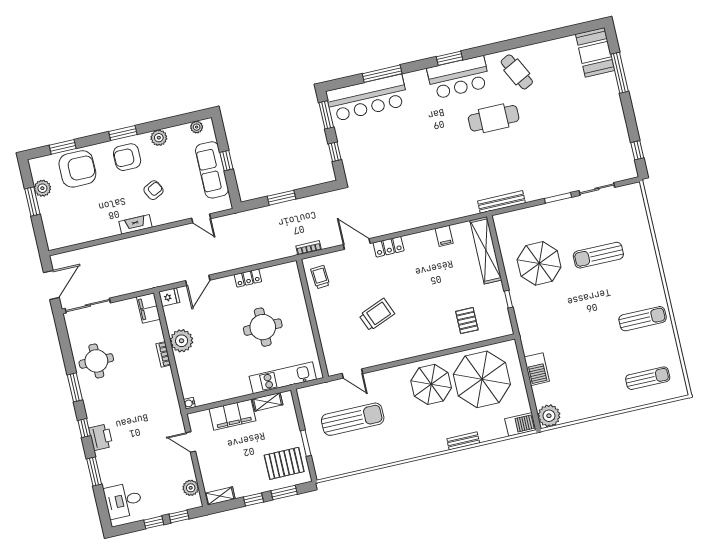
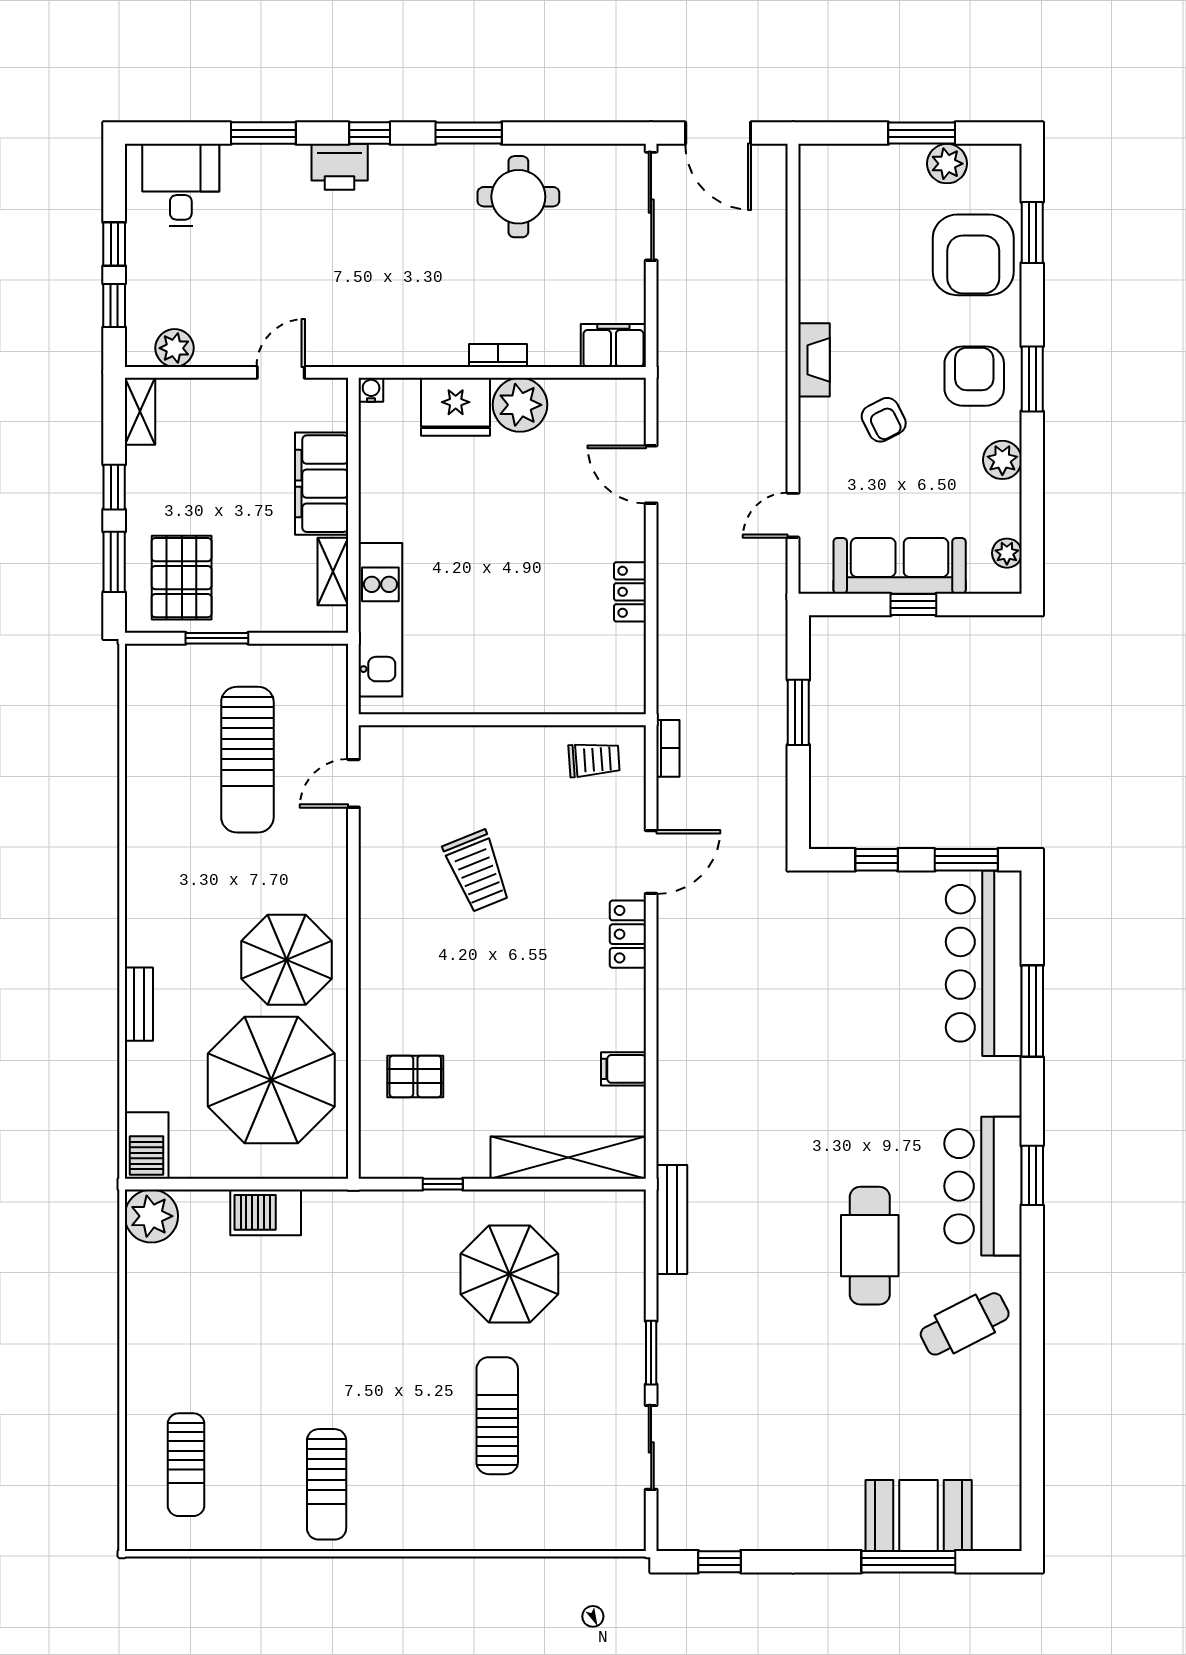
booth: (595, 52) -> (919, 1515), moved
fridge: (169, 297) -> (456, 407), moved, width x1.88, depth x1.34
round table: (263, 327) -> (509, 600), removed

